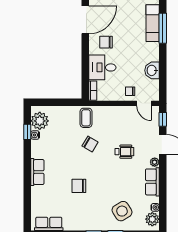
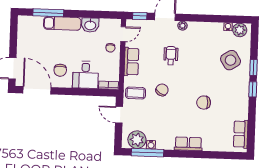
exam couch: (153, 23) -> (62, 23), moved
door: (64, 102) -> (119, 115), added
window: (27, 132) -> (148, 153), width x2.17
row of seats: (152, 182) -> (131, 62), moved, turned -90
chair: (79, 186) -> (204, 103), turned 87

